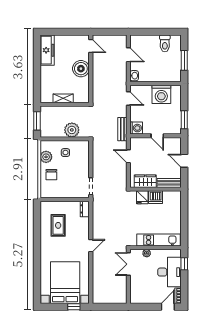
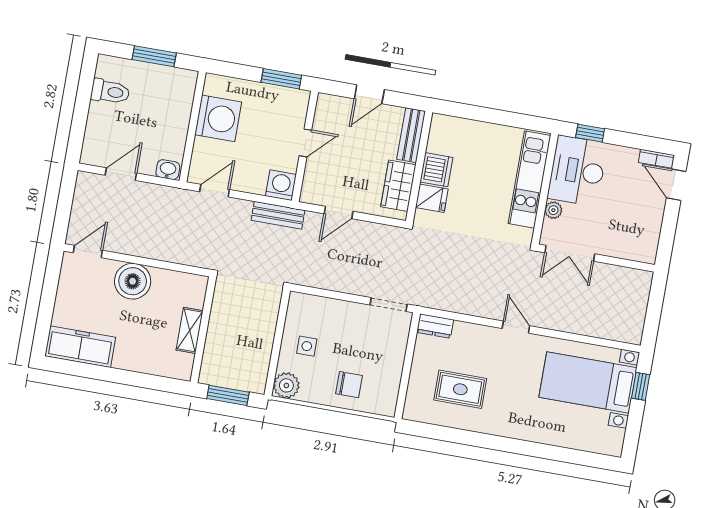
plant: (72, 130) -> (261, 324), removed
plant: (46, 157) -> (286, 385), moved
desk: (169, 272) -> (577, 171), moved, turned -90
bed with nightstands: (65, 283) -> (588, 382), width x0.73

